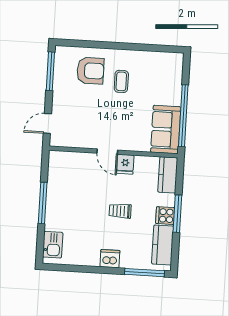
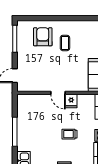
armchair: (90, 71) -> (43, 37), turned -90

